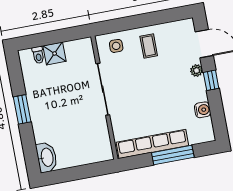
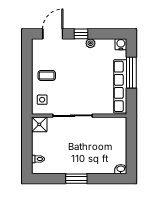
shower: (55, 53) -> (39, 124), moved
plant: (197, 71) -> (90, 43), moved
water cooler: (203, 110) -> (121, 44), moved
washbasin: (47, 157) -> (121, 169), width x0.52, depth x0.69

